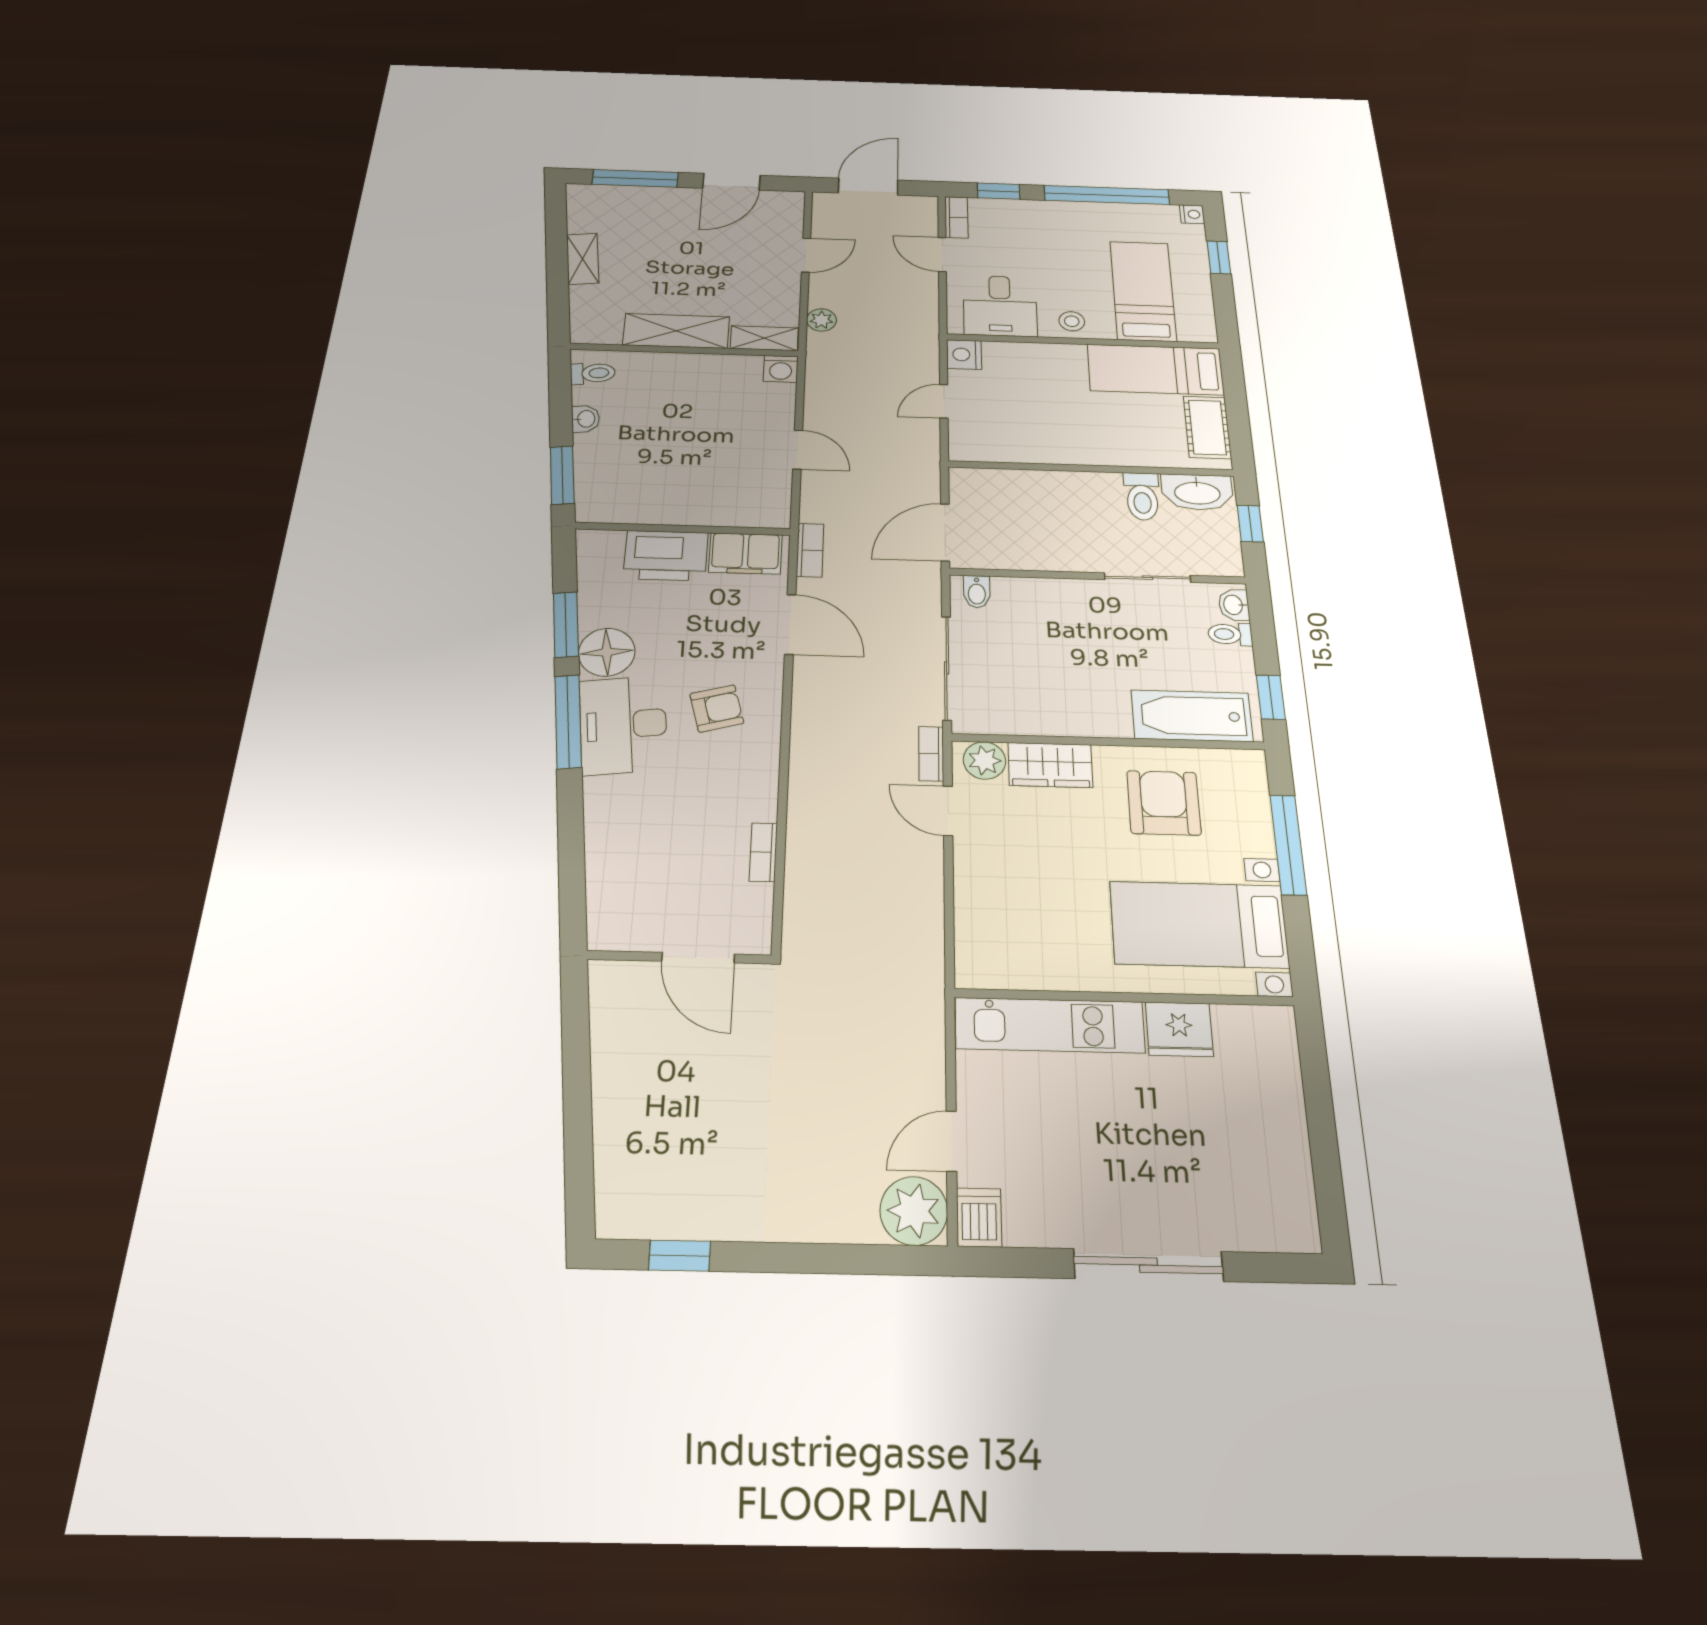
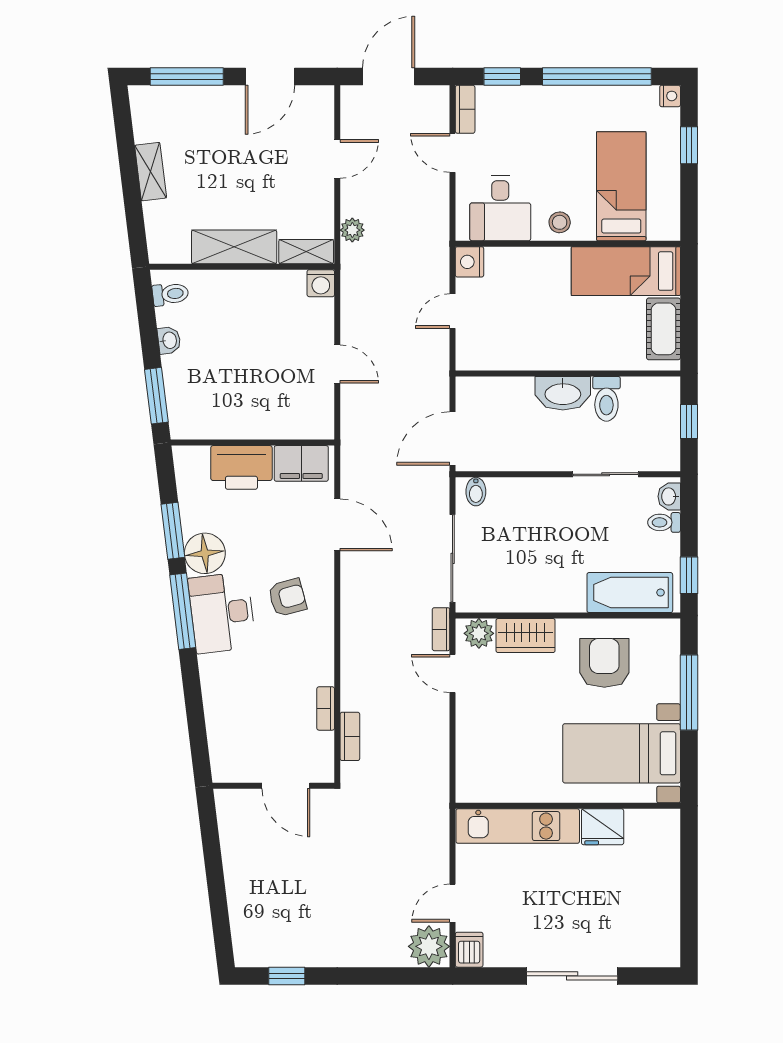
washbasin: (1197, 492) -> (563, 393), moved
bookcase: (810, 550) -> (350, 736), moved

